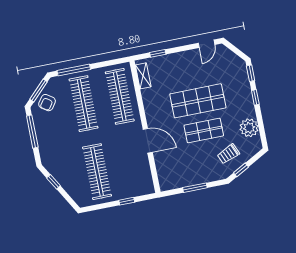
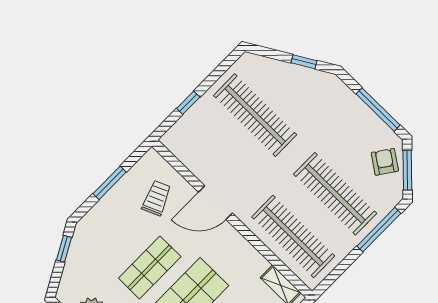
trolley: (228, 154) -> (157, 198), moved

